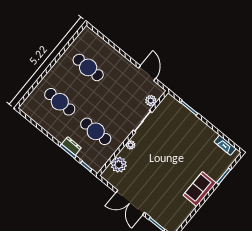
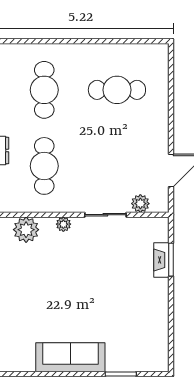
cafe table: (88, 67) -> (117, 90), turned 90
fireplace: (225, 145) -> (161, 260), moved
sofa: (200, 189) -> (70, 357), width x1.36

